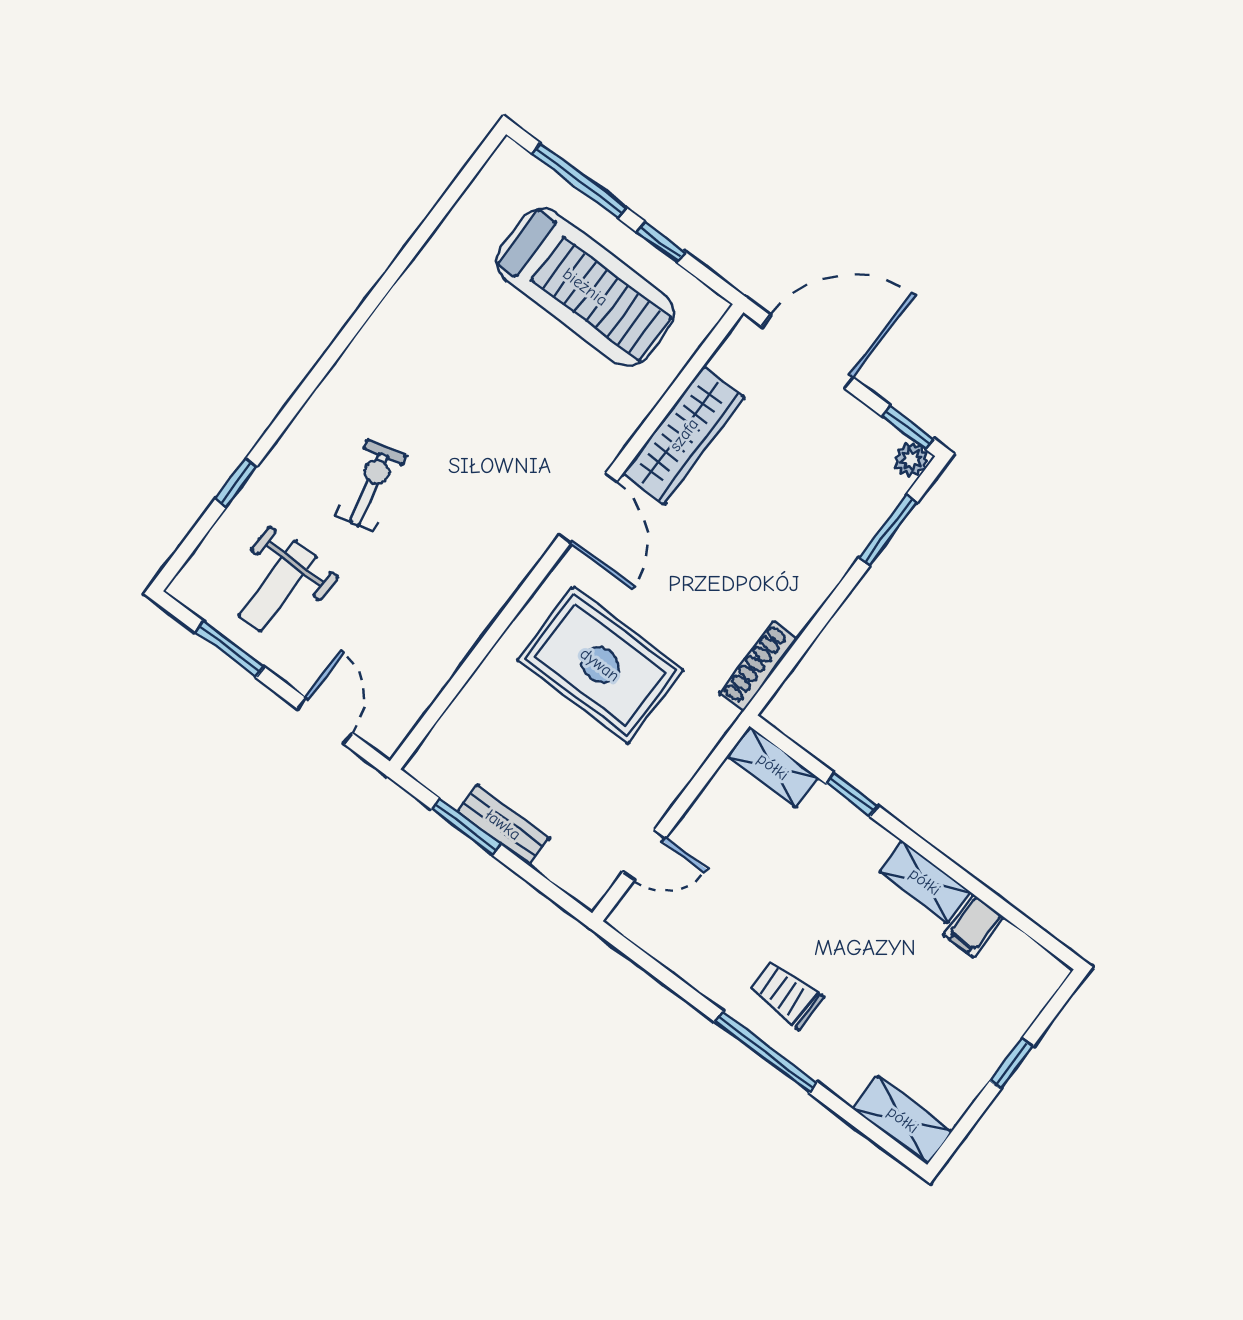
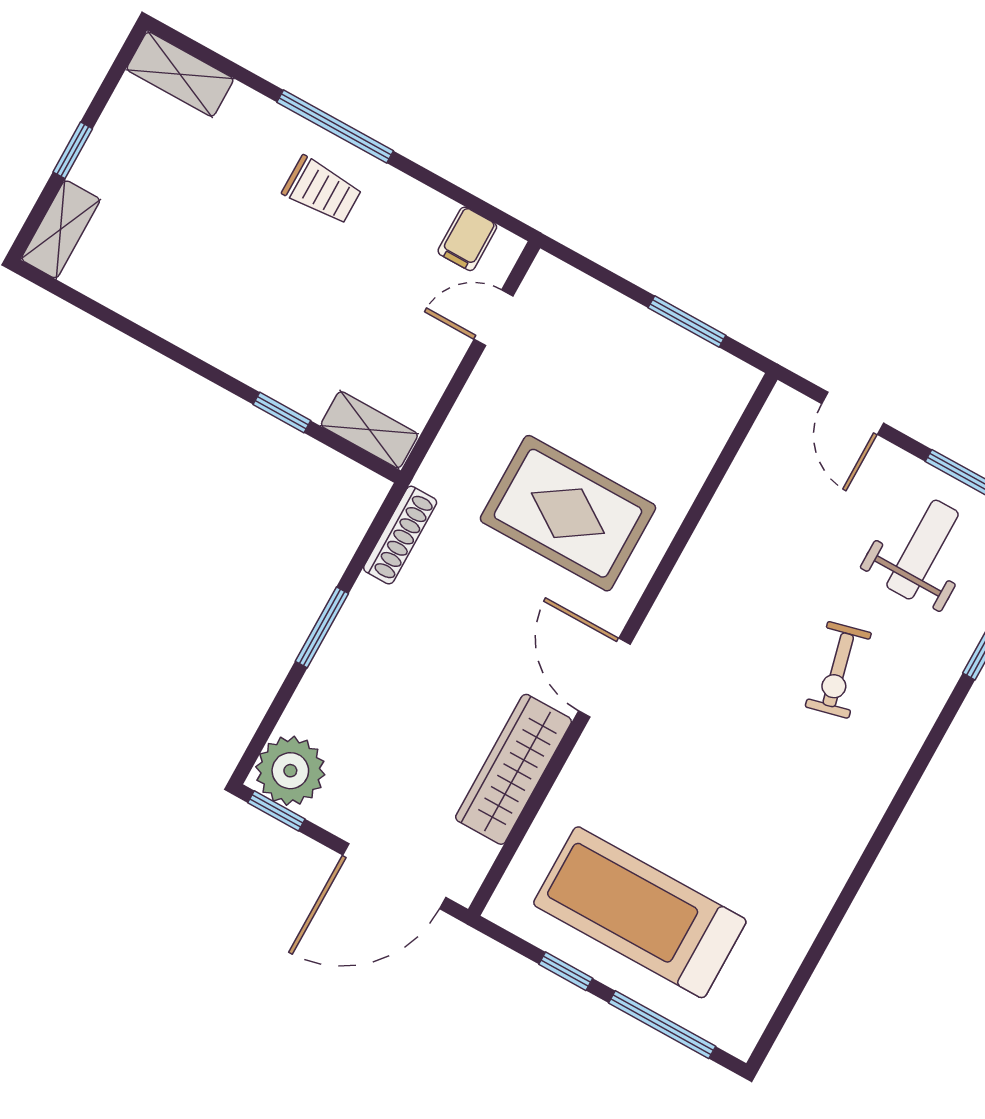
plant: (911, 460) -> (290, 771), width x1.88, depth x1.88
window: (888, 530) -> (322, 627), moved
bench: (503, 825) -> (648, 329), removed
shelving: (925, 882) -> (61, 229), moved, turned 90
filing cabinet: (974, 926) -> (467, 239), moved, turned 180

